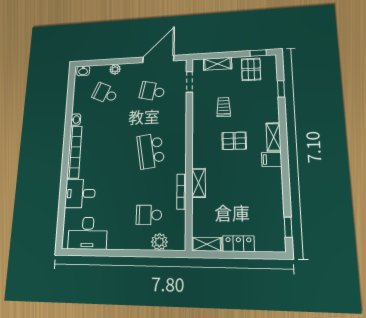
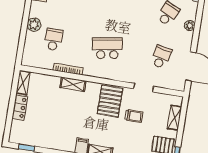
doorway: (189, 82) -> (143, 88), moved
pallet: (234, 141) -> (110, 101), moved, width x1.50, depth x1.42
plant: (159, 242) -> (34, 25), moved

